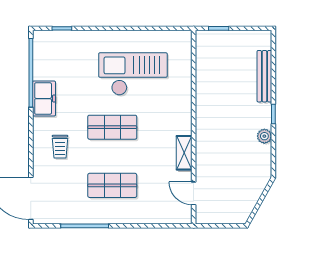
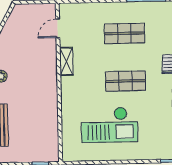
door: (194, 193) -> (58, 28), swing flipped

